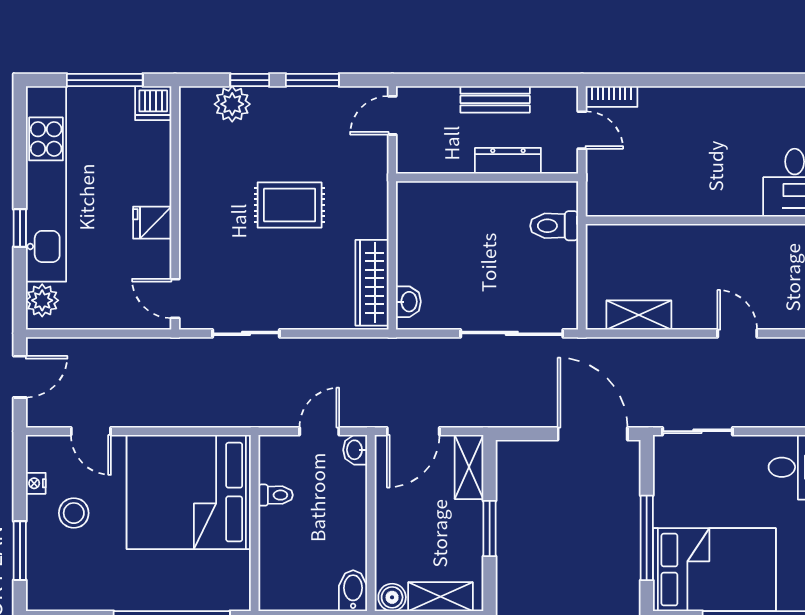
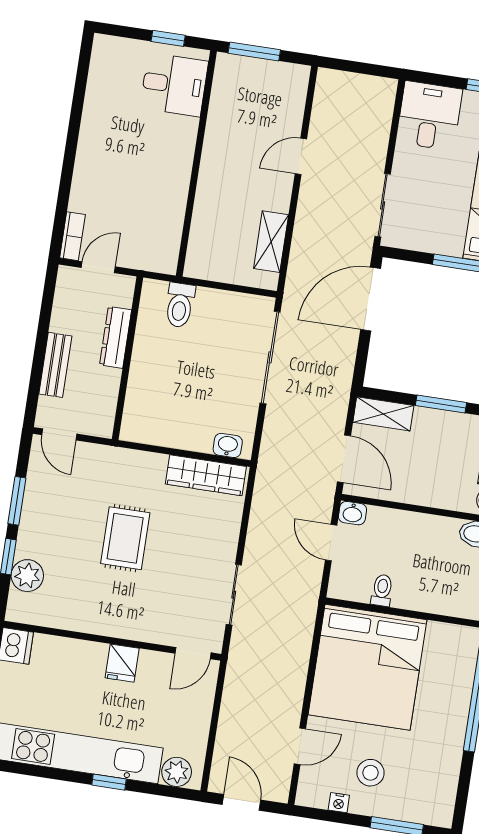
bench: (495, 99) -> (55, 365), moved

